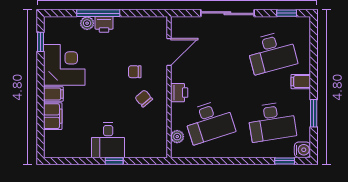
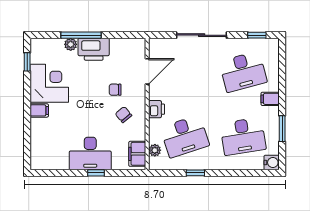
printer: (104, 24) -> (94, 49), width x1.87, depth x1.48
filing cabinet: (53, 116) -> (137, 154), moved, turned 180
desk: (108, 140) -> (90, 154), width x1.37
window: (285, 161) -> (195, 173), moved

